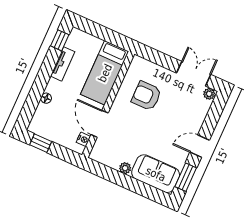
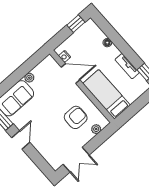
plant: (209, 94) -> (96, 129), moved

